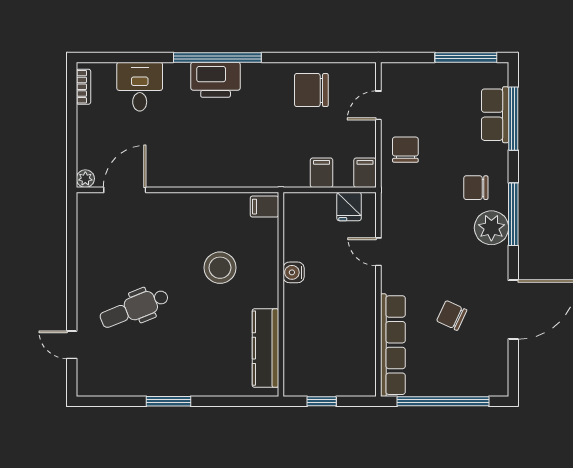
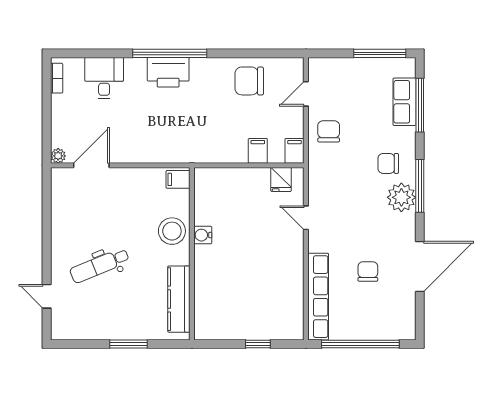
filing cabinet: (264, 207) -> (178, 179), moved
water cooler: (294, 272) -> (203, 235), moved
wall: (281, 294) -> (192, 254), moved
chair: (452, 315) -> (368, 272), turned 65
kitchen counter: (265, 348) -> (179, 299), moved

